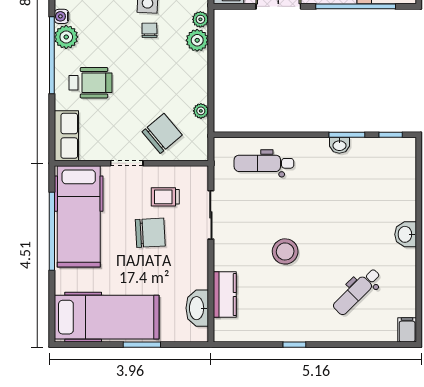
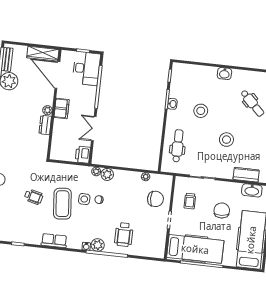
wheelchair: (91, 83) -> (124, 235), turned 180
chair: (162, 133) -> (155, 199), turned 130
row of seats: (66, 136) -> (151, 251), removed
dental chair: (264, 163) -> (178, 146), turned 180
stool: (333, 198) -> (201, 111), added
chair: (150, 233) -> (222, 210), moved

